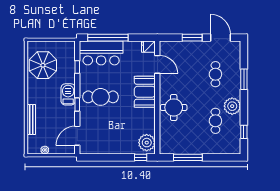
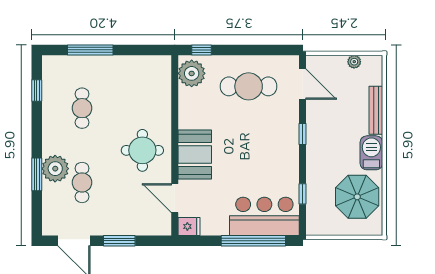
barbecue: (68, 94) -> (371, 153), moved, turned 180
cafe table: (101, 97) -> (249, 86), moved
plant: (232, 106) -> (55, 169), moved
round table: (174, 107) -> (142, 150), moved
door: (77, 136) -> (302, 84), hinge flipped
window: (188, 157) -> (90, 50), moved

